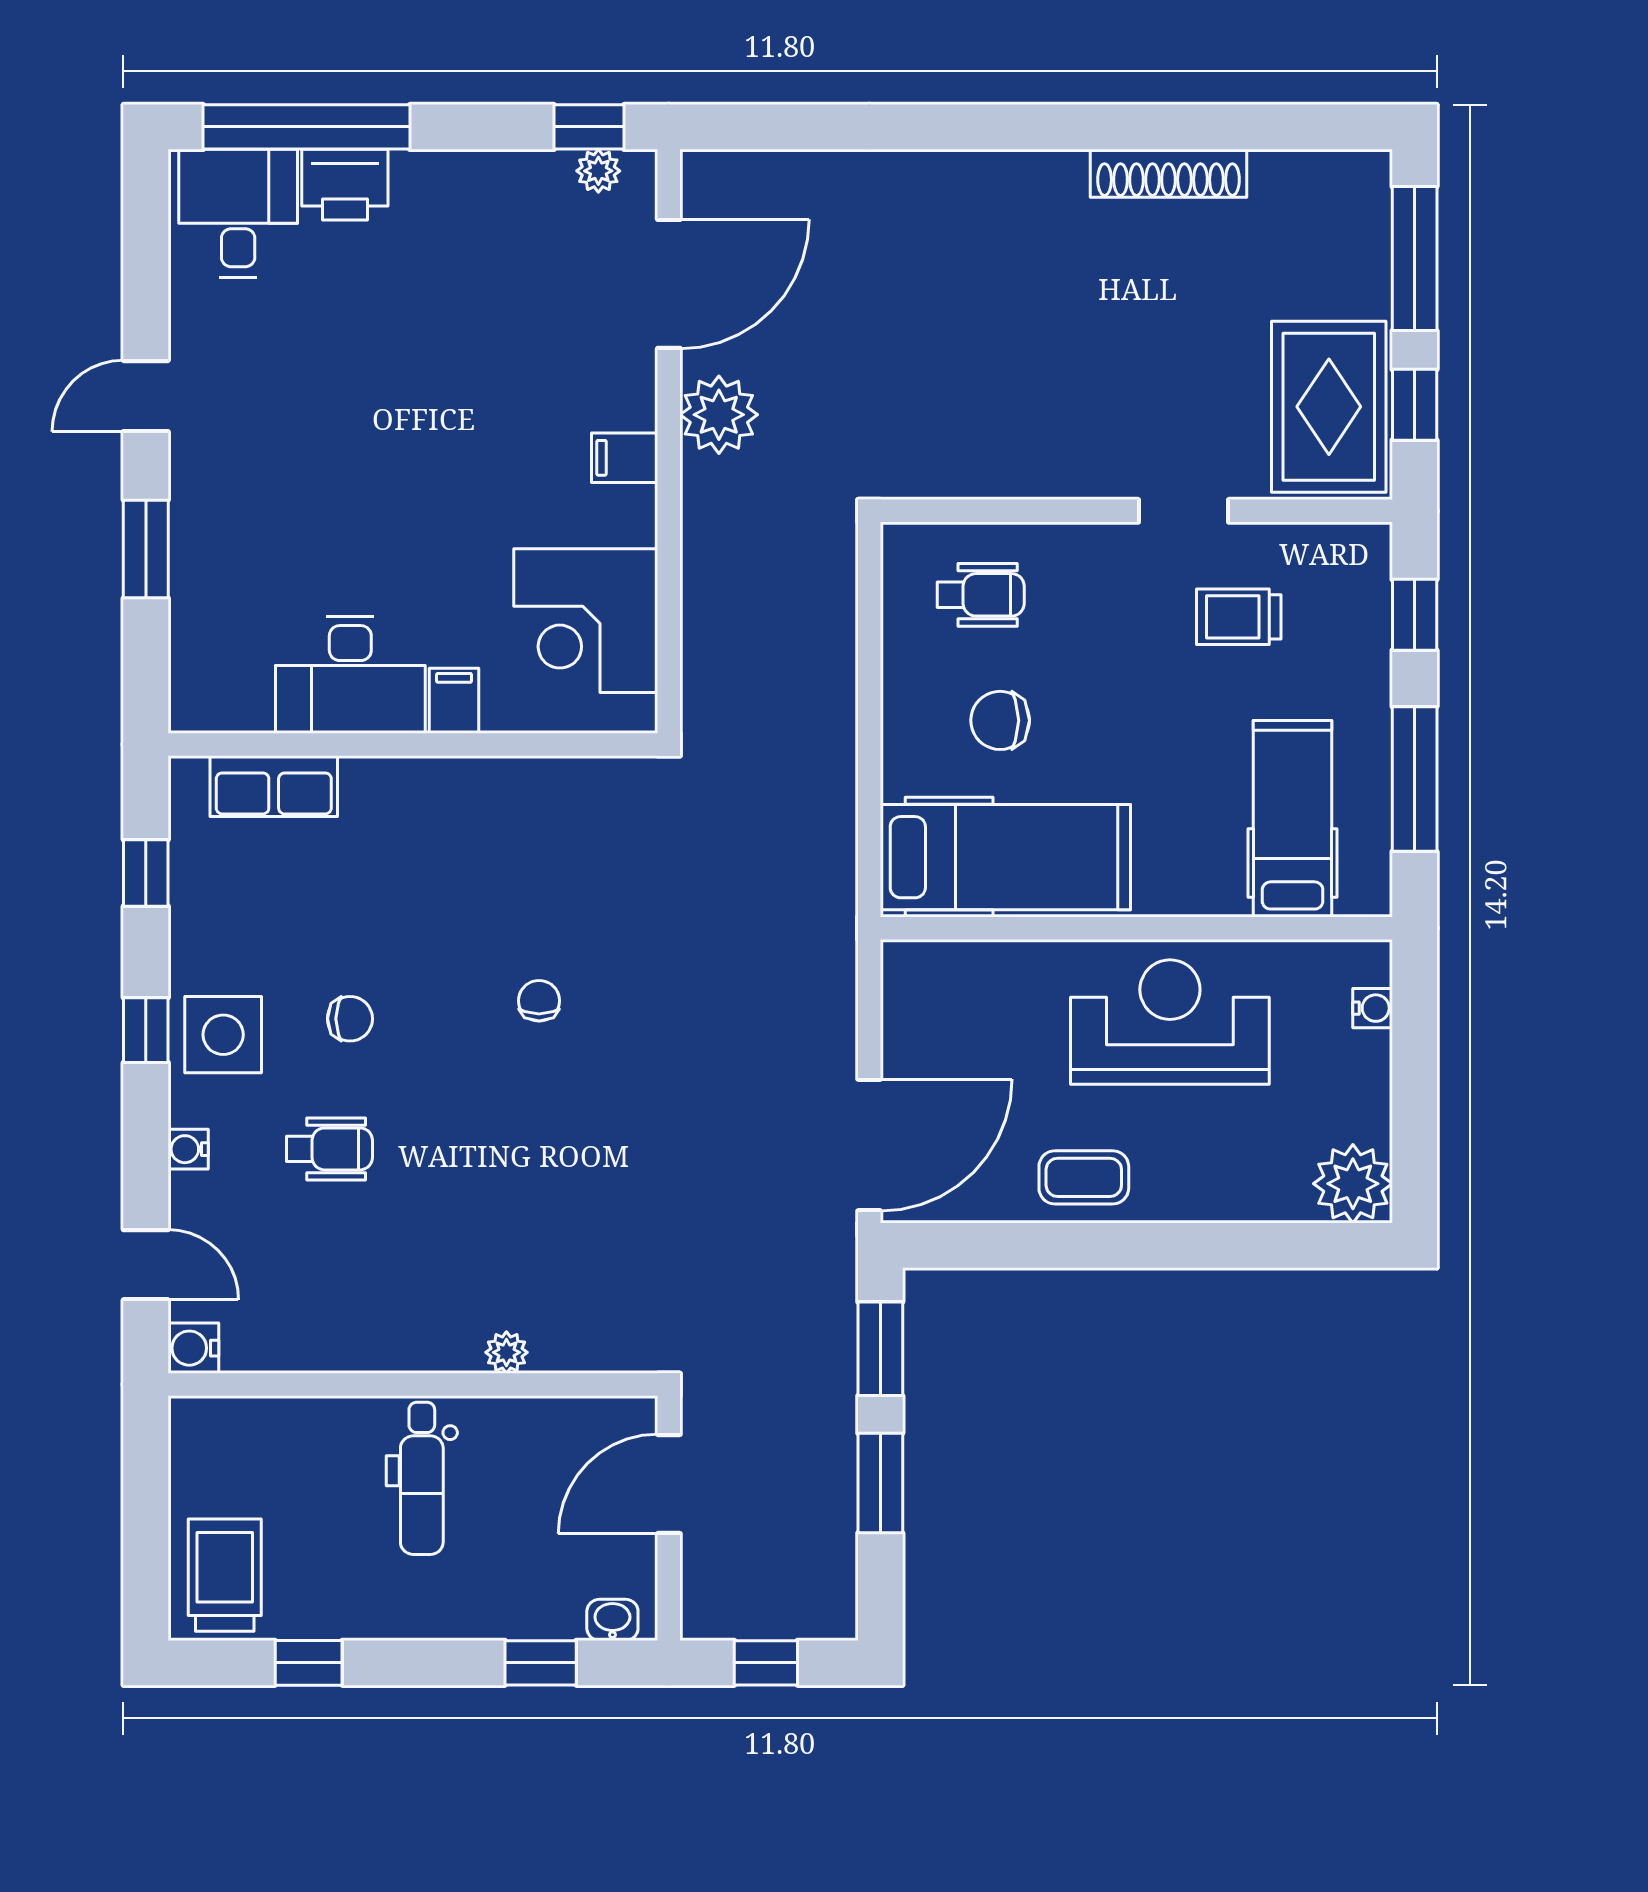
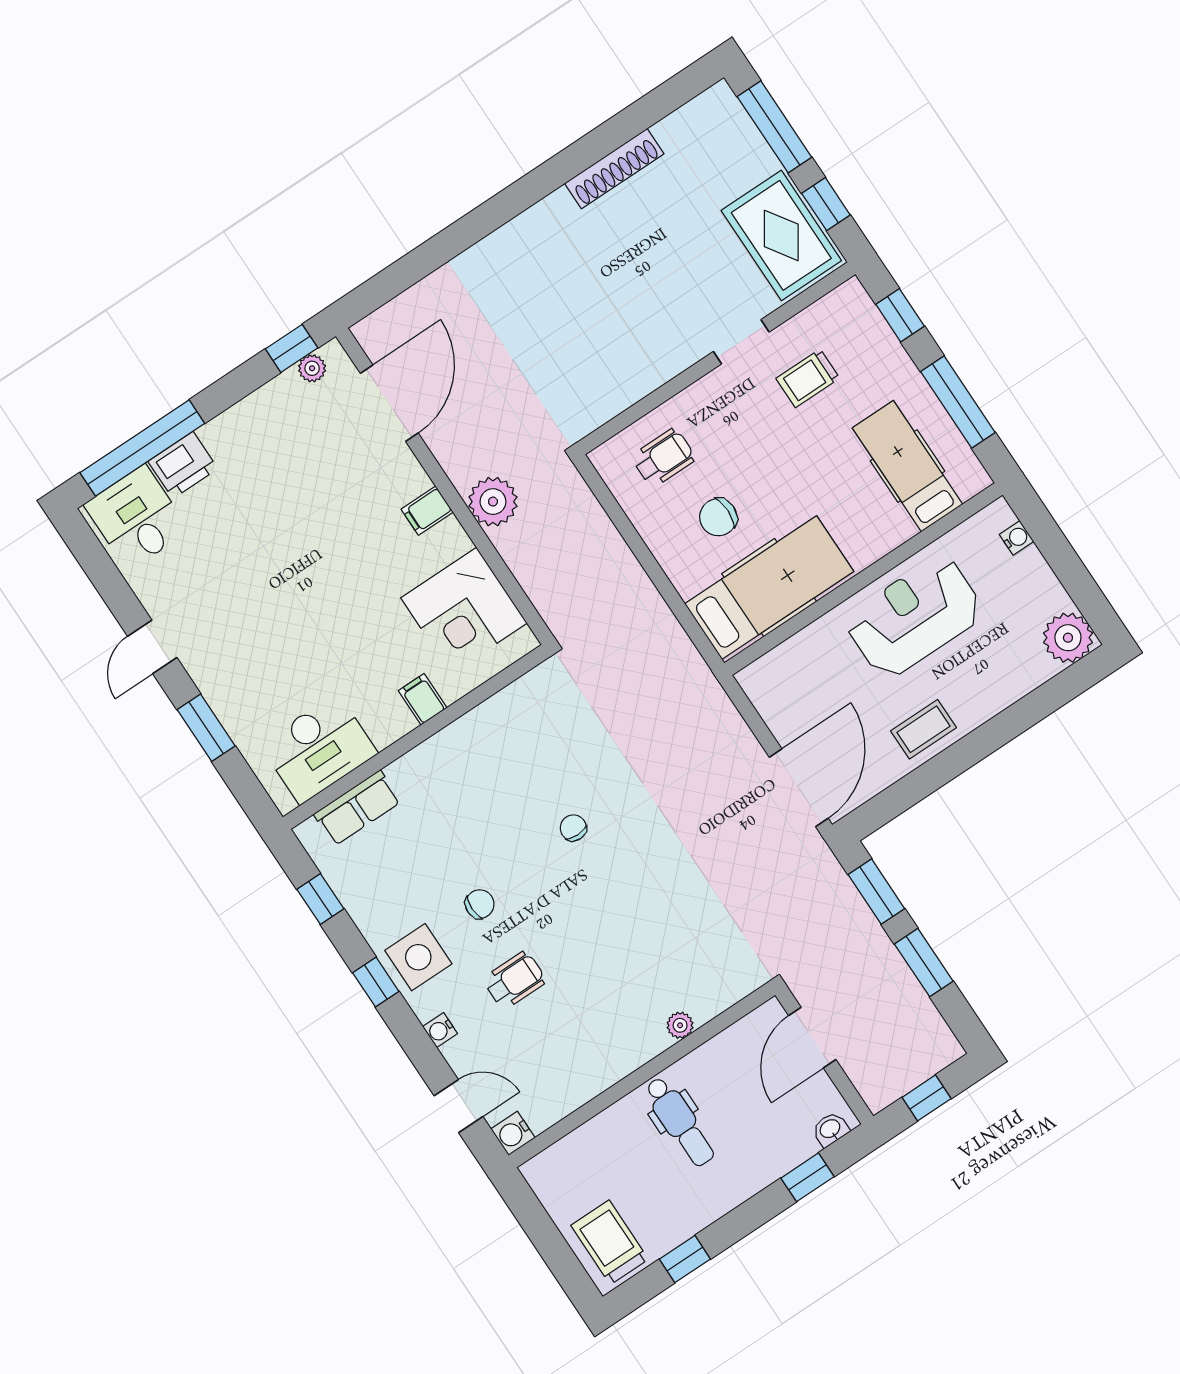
plant: (719, 415) -> (493, 502), moved
desk: (350, 675) -> (319, 749), moved

